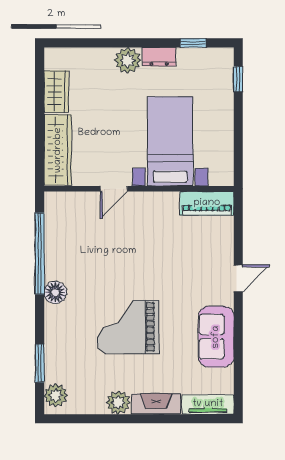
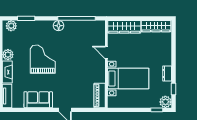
plant: (128, 60) -> (165, 102), moved
wardrobe: (56, 92) -> (156, 26), width x1.50

